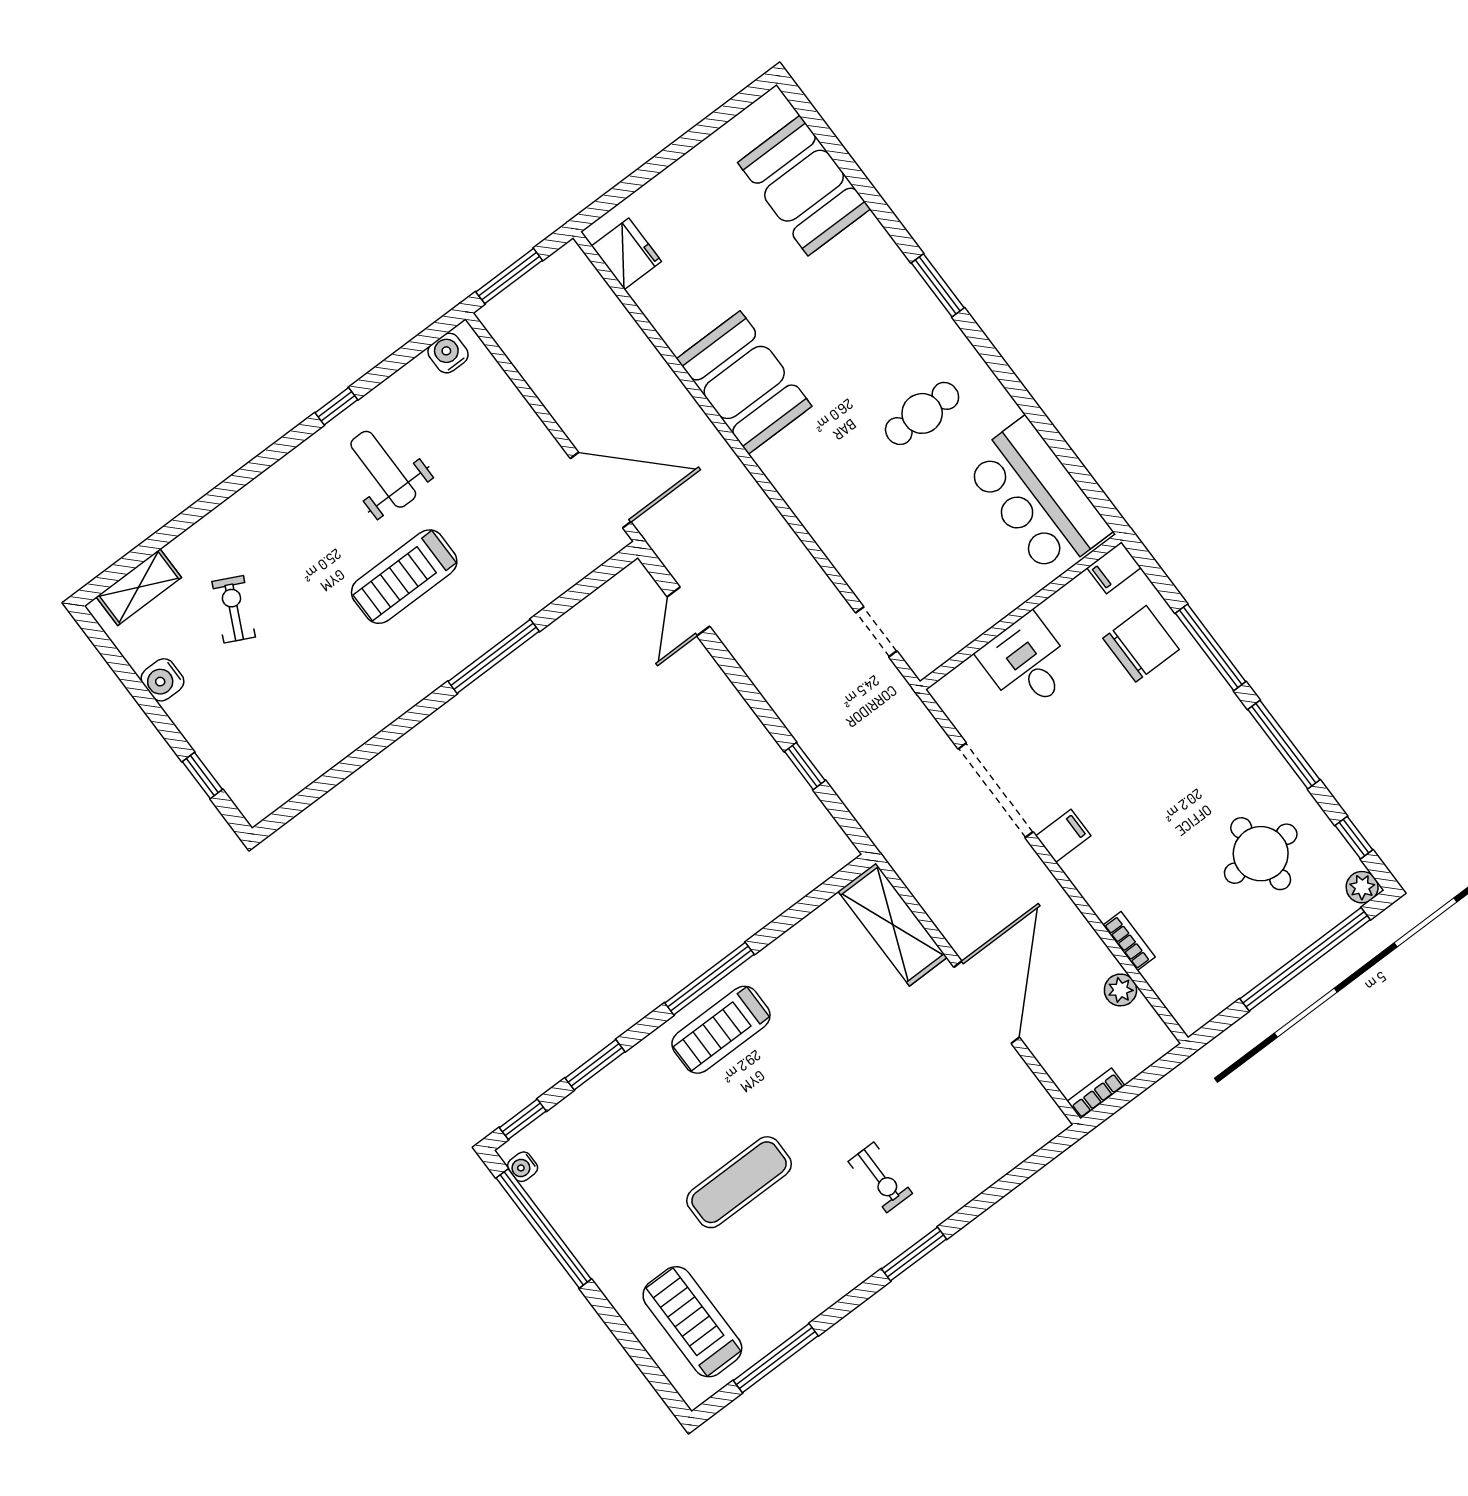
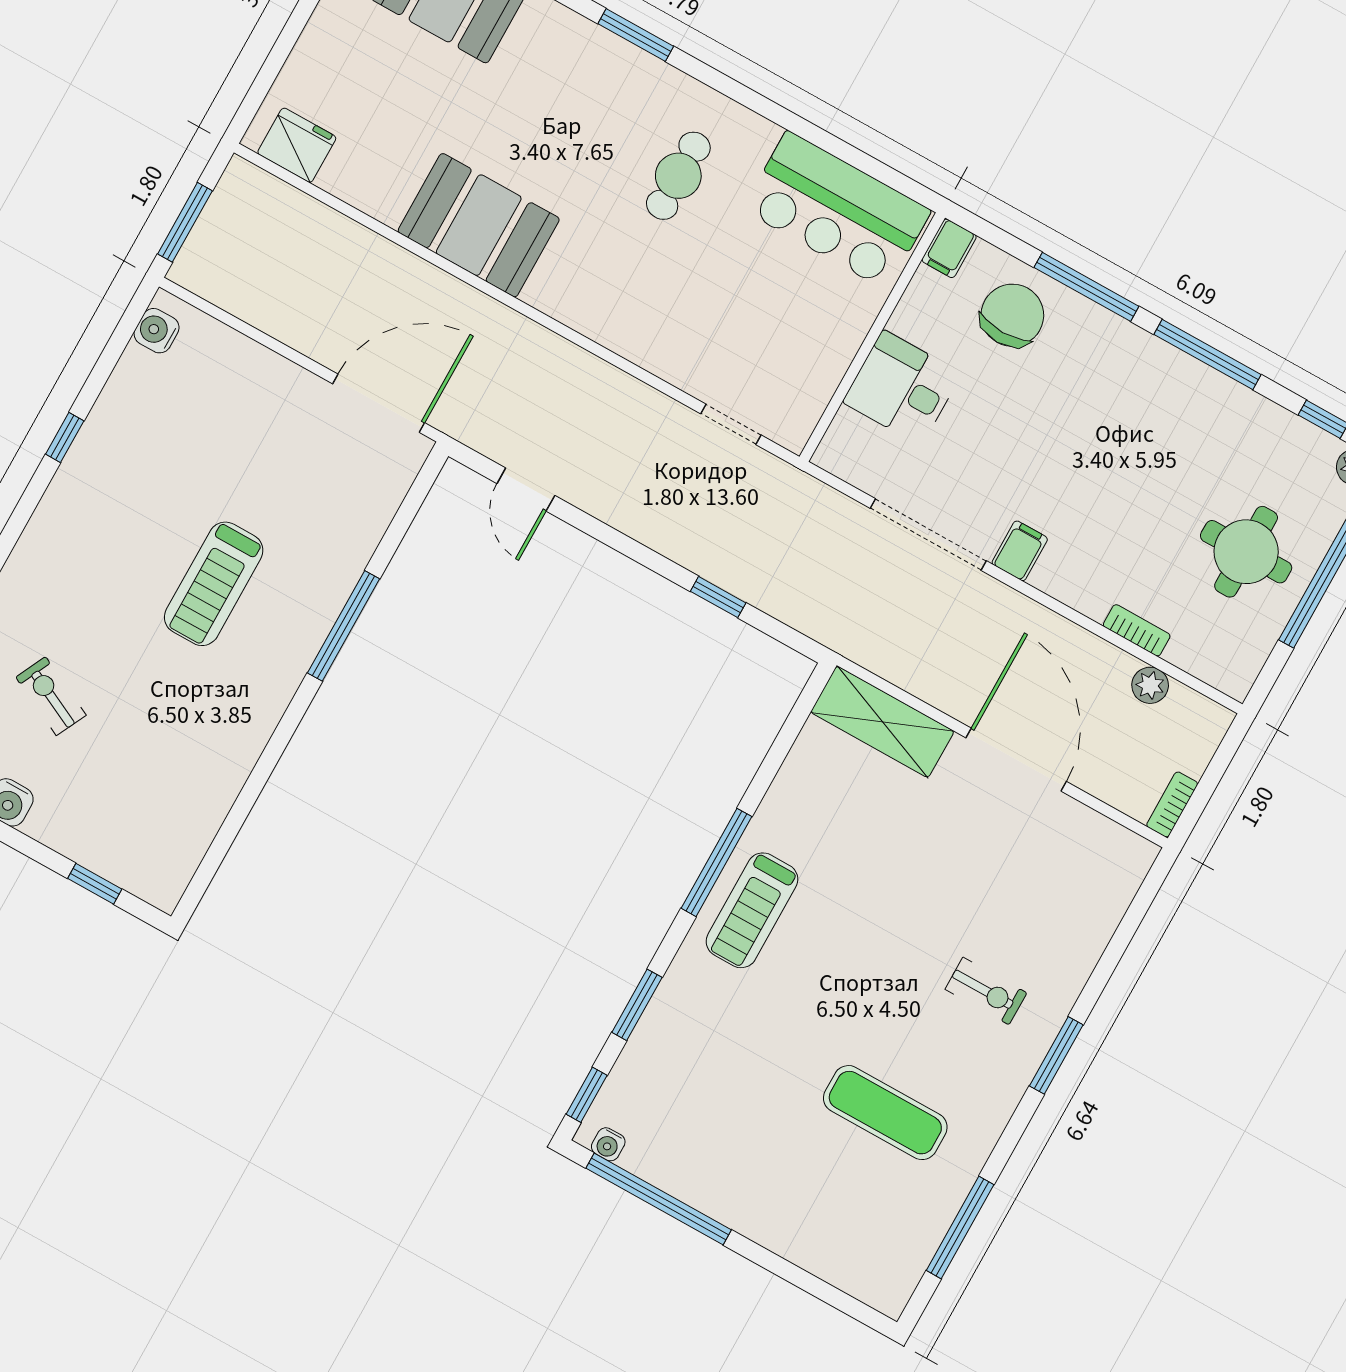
weight bench: (383, 469) -> (142, 481), removed
round table: (1261, 854) -> (1246, 552), moved
exercise mat: (739, 1182) -> (885, 1113), moved, turned 90
treadmill: (692, 1322) -> (856, 1228), removed

